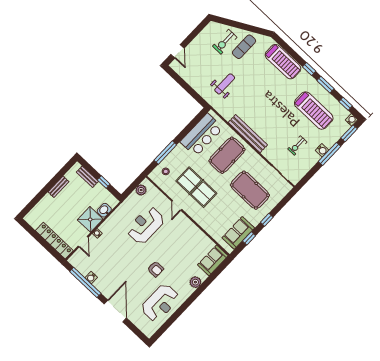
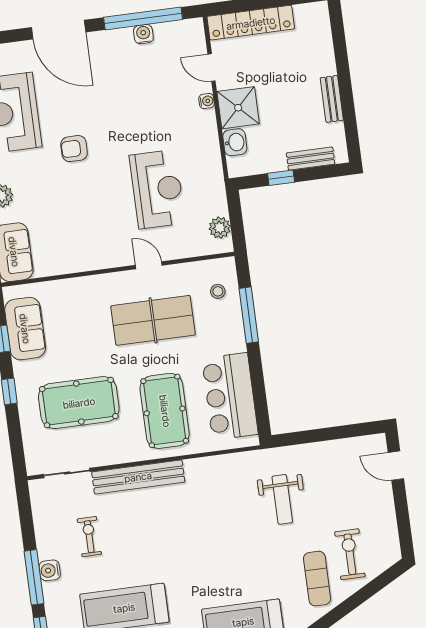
bench: (248, 134) -> (138, 477), moved

